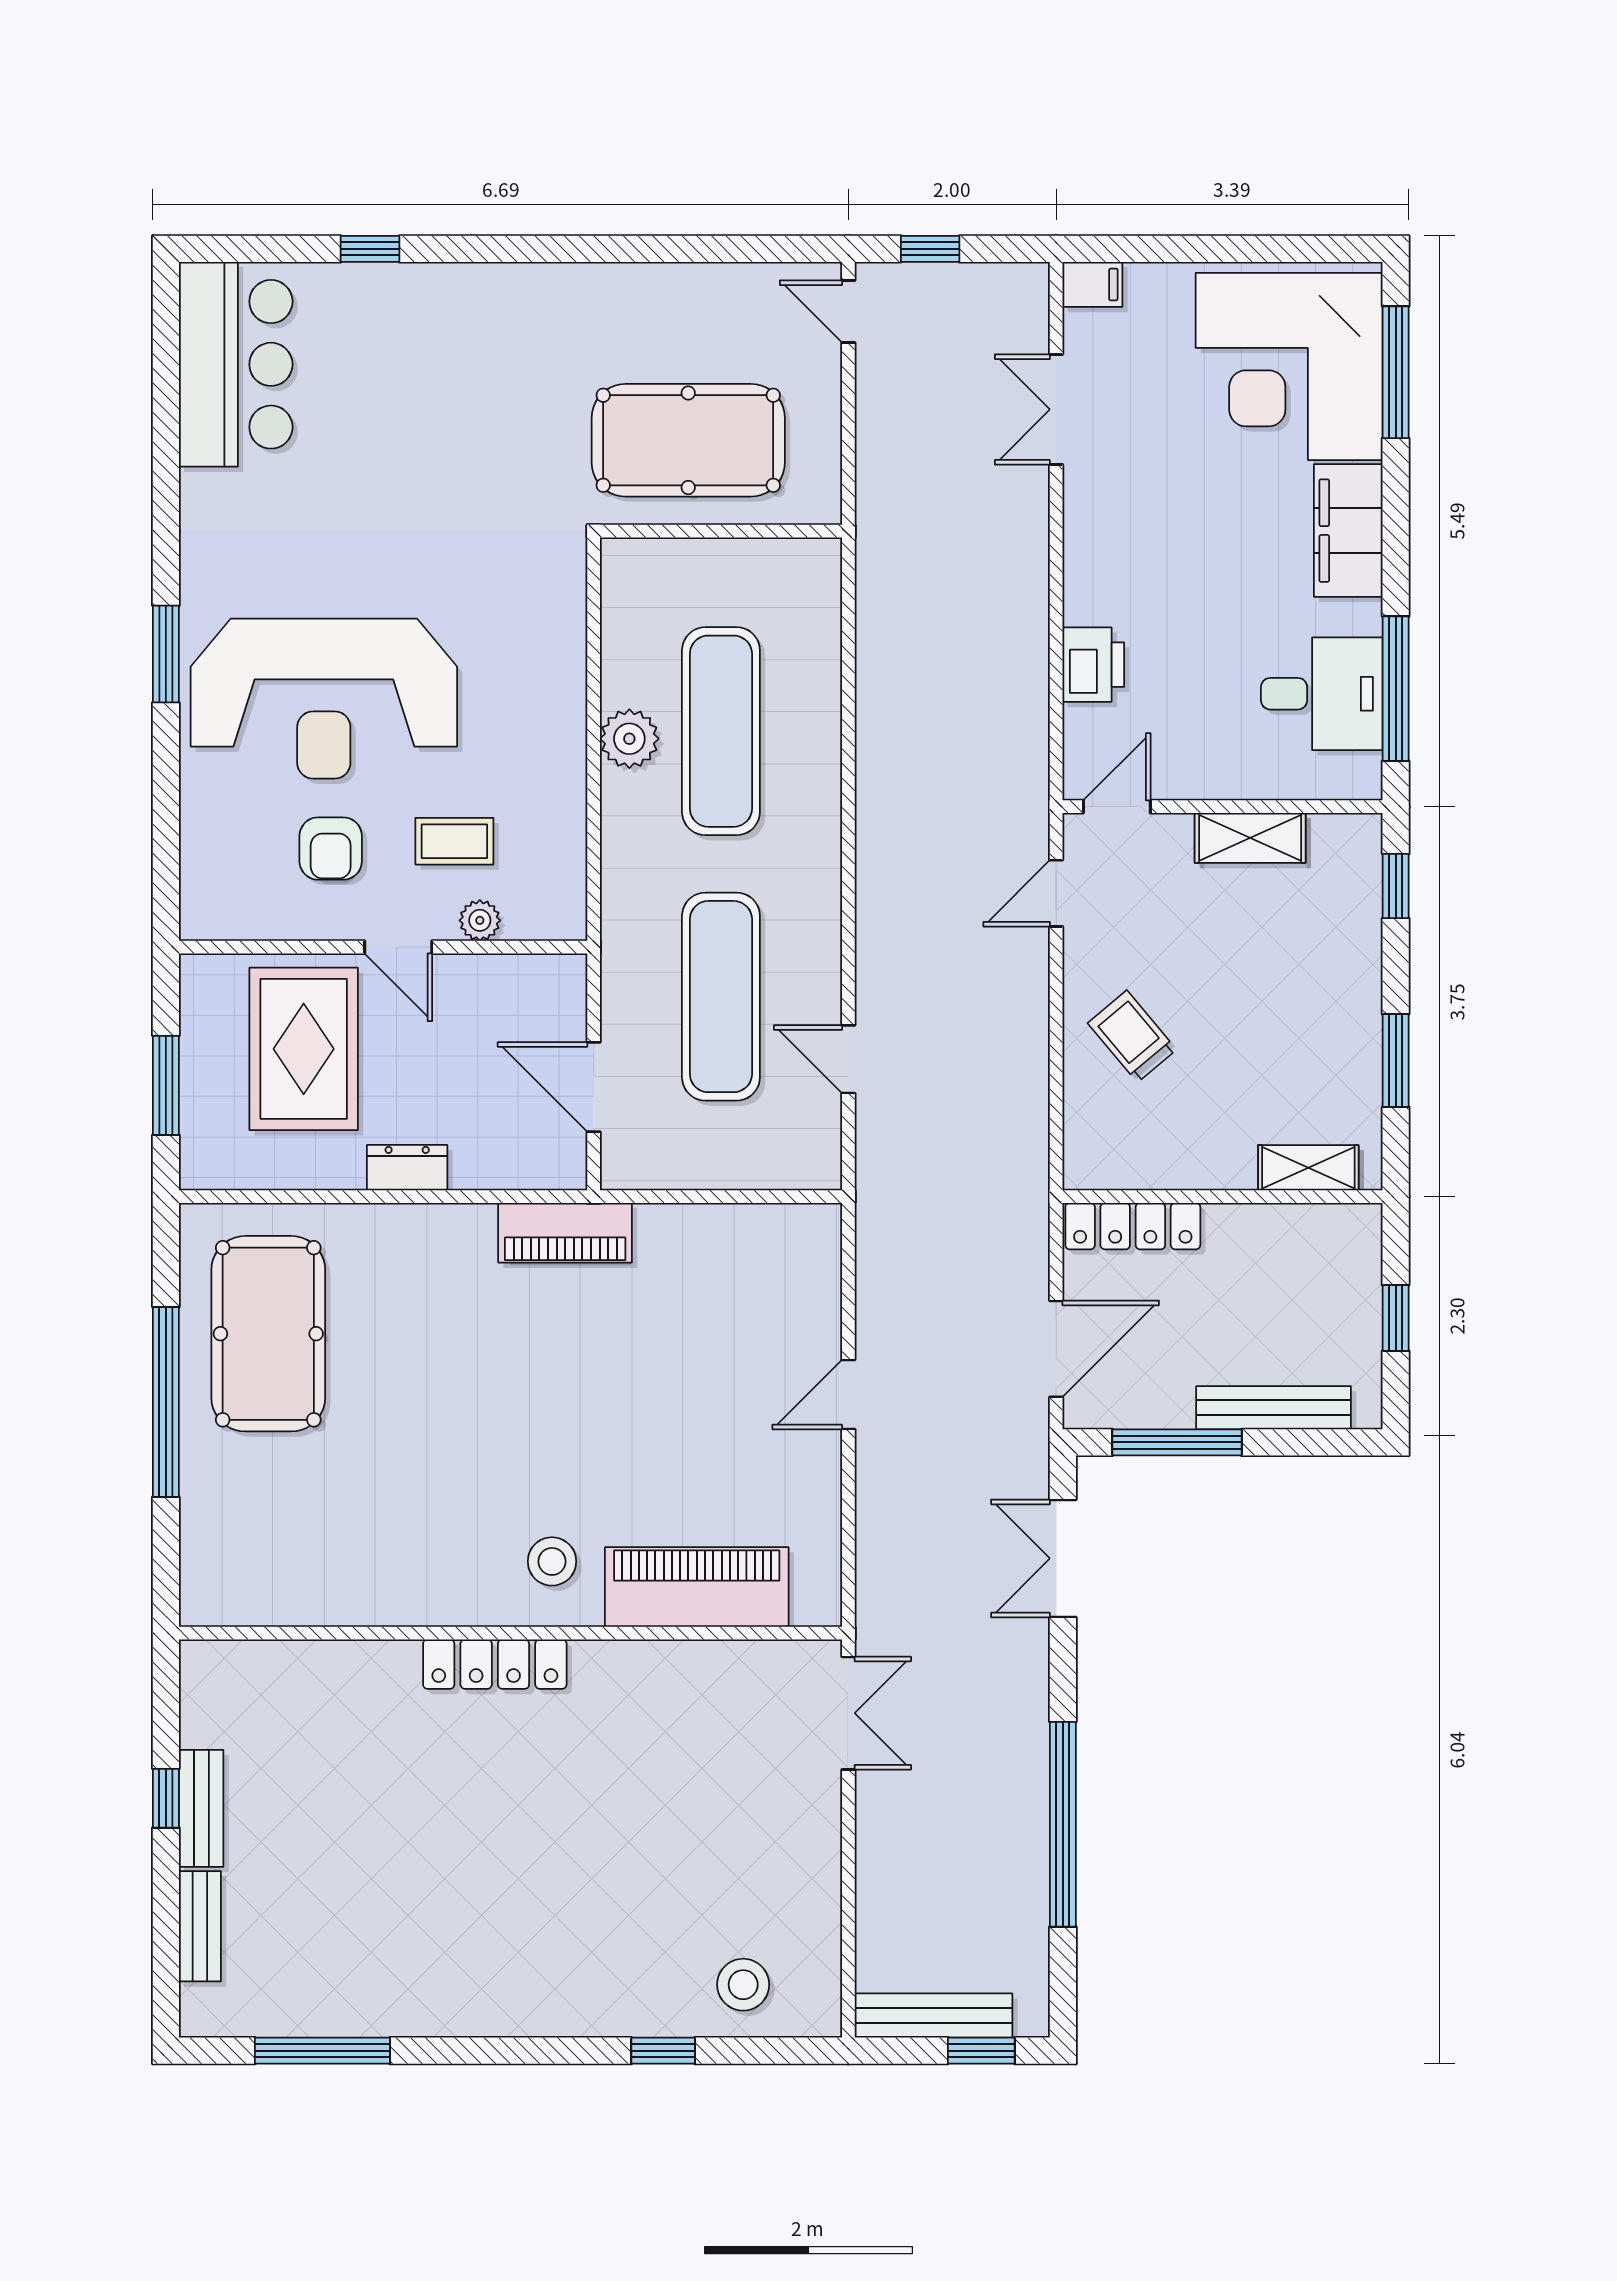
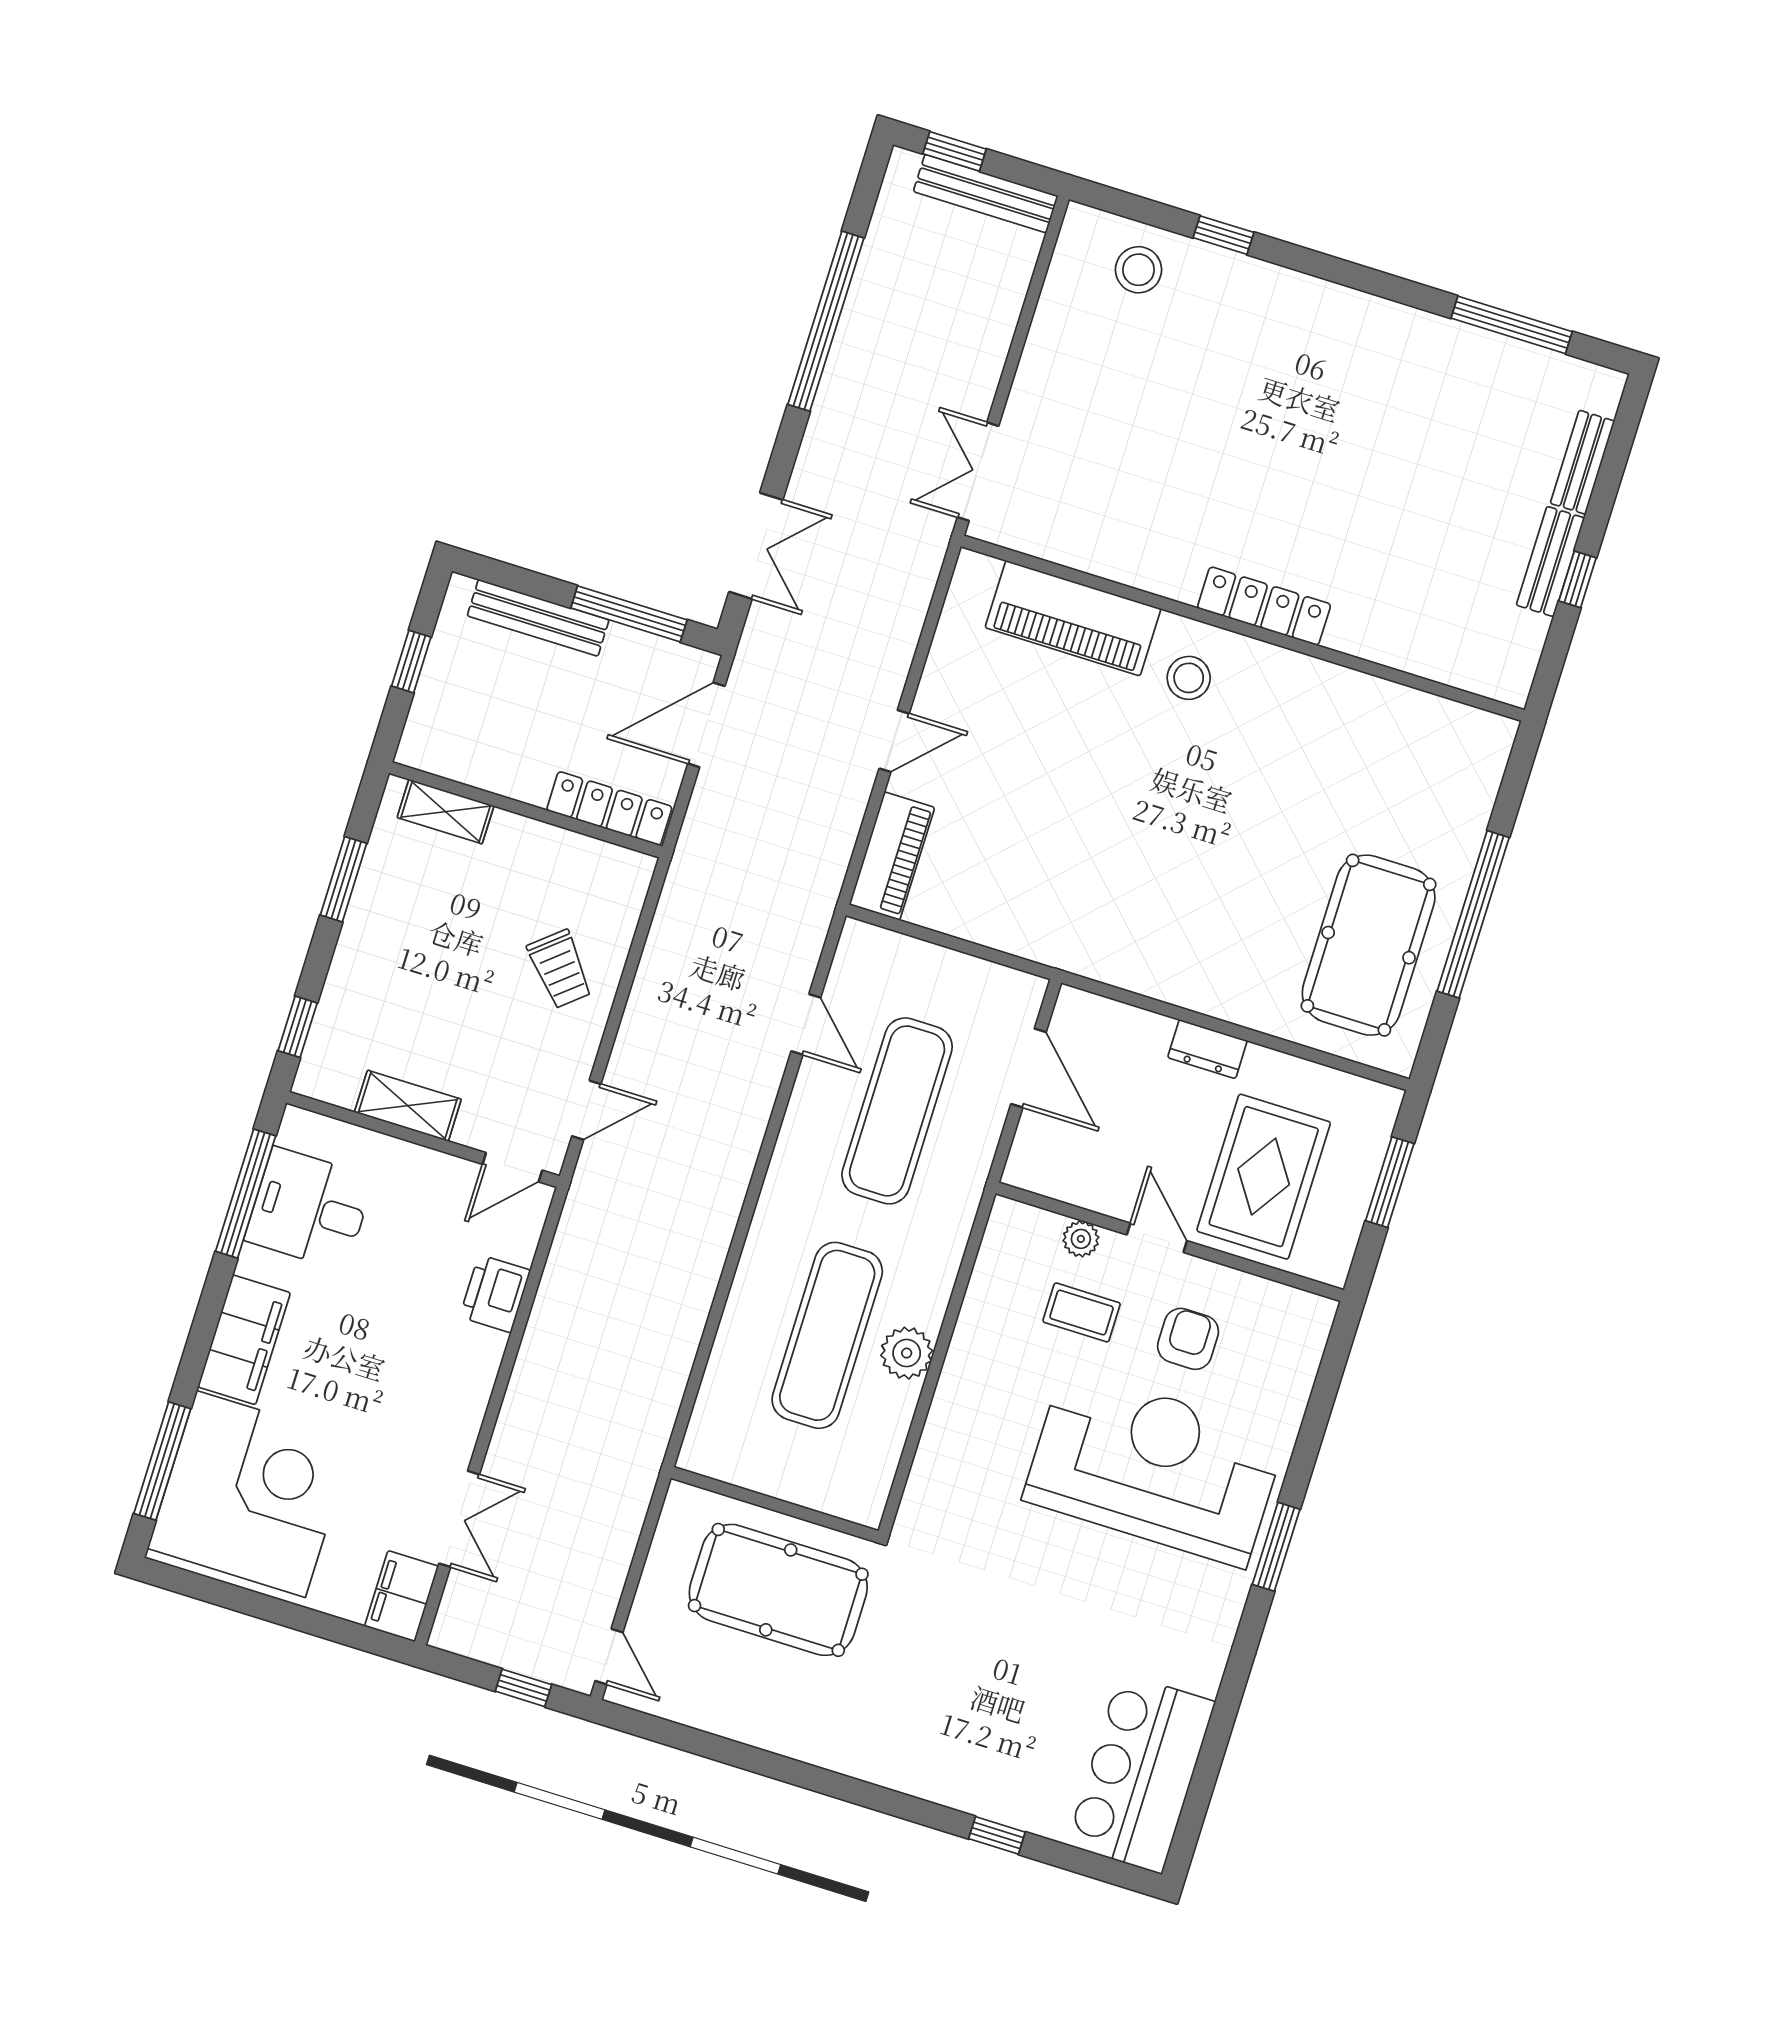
filing cabinet: (1092, 284) -> (401, 1596), width x2.00
piano: (565, 1233) -> (892, 856), moved, turned 90

